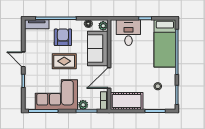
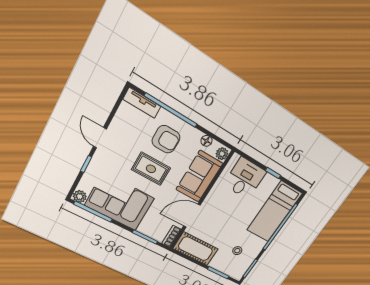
armchair: (63, 37) -> (166, 139), turned 90
plant: (83, 105) -> (80, 196), moved

